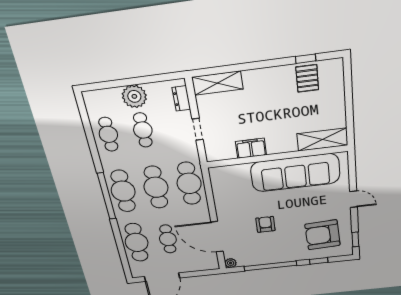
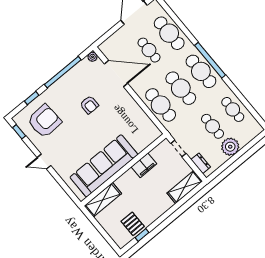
shelving: (322, 140) -> (103, 200), moved
filing cabinet: (251, 148) -> (144, 165), moved
wall: (277, 157) -> (124, 170), moved
sofa: (295, 173) -> (104, 166), moved

